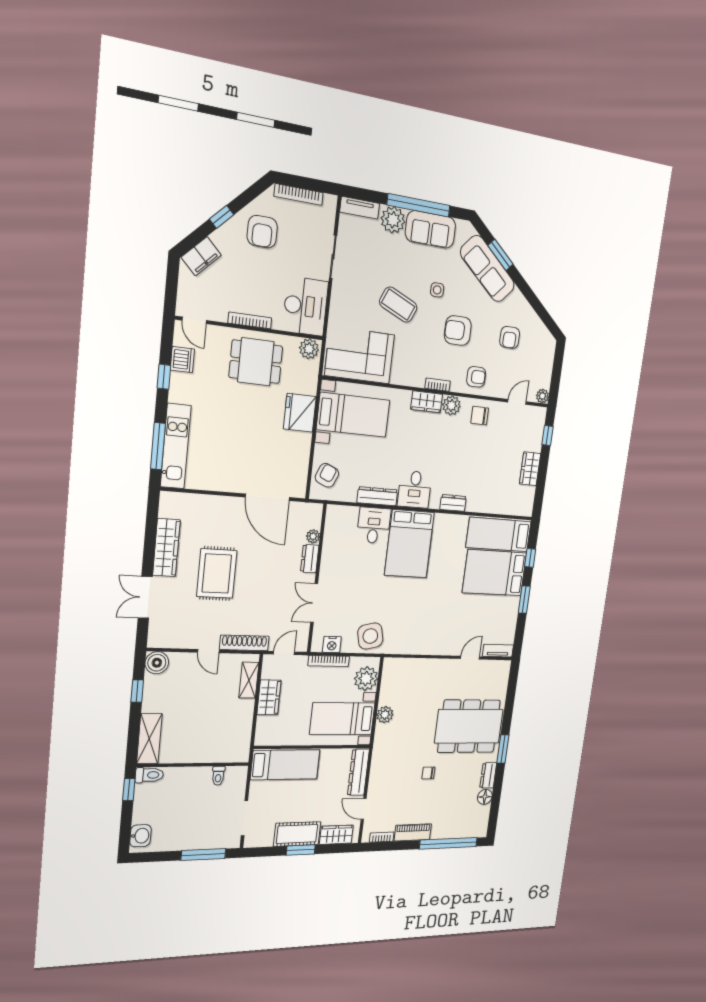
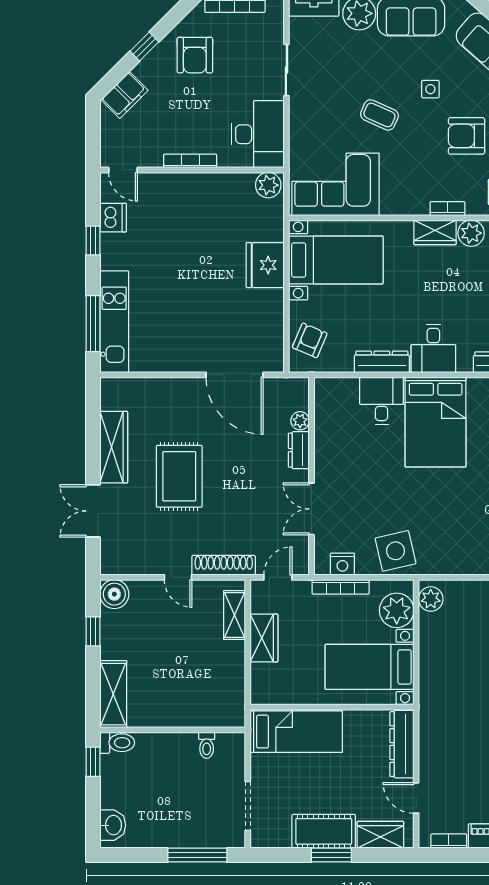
coffee table: (398, 305) -> (379, 115), width x0.73, depth x0.77
dining table: (256, 362) -> (203, 209), removed
plant: (385, 715) -> (431, 599), moved

